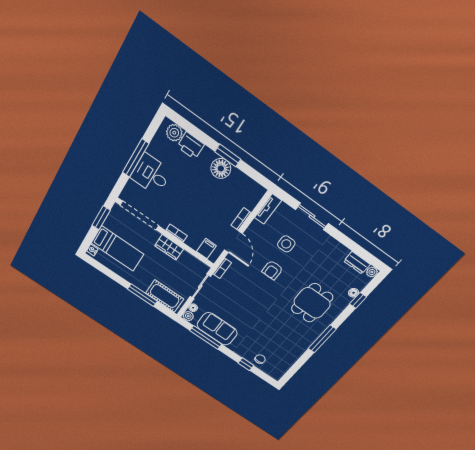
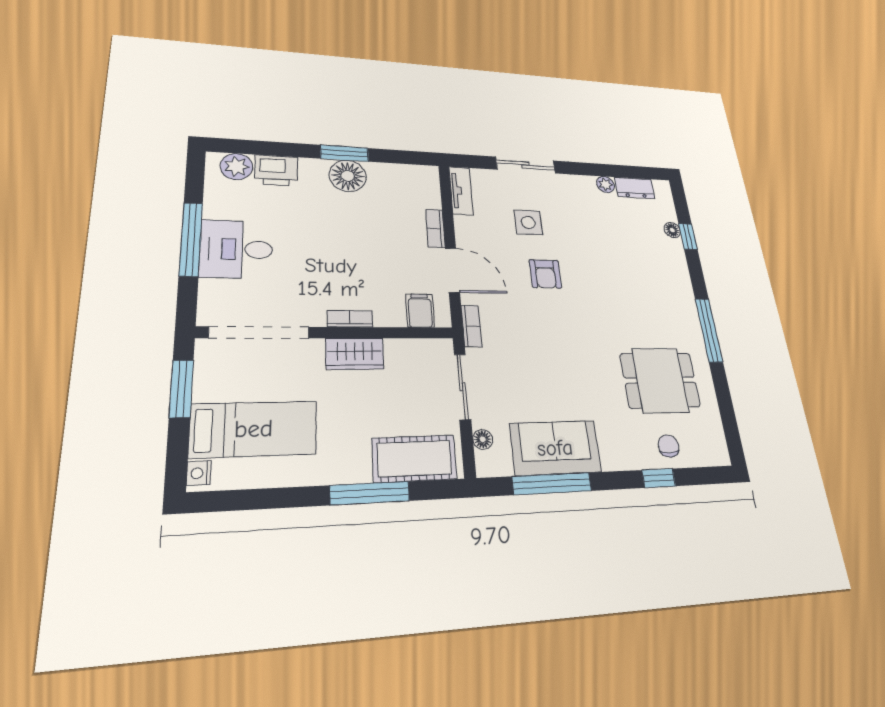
plant: (372, 272) -> (605, 184), moved
dining table: (312, 303) -> (660, 380), moved, turned 90
plant: (188, 316) -> (488, 465), removed

